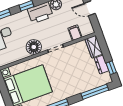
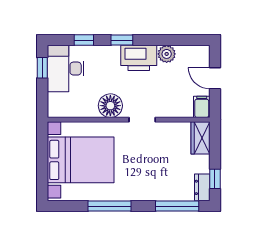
filing cabinet: (75, 33) -> (202, 107), moved
dresser: (102, 65) -> (202, 187), moved

